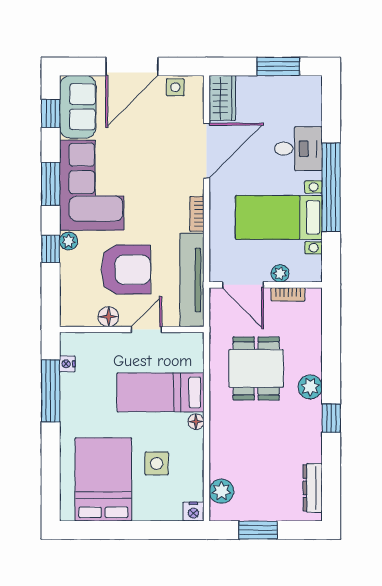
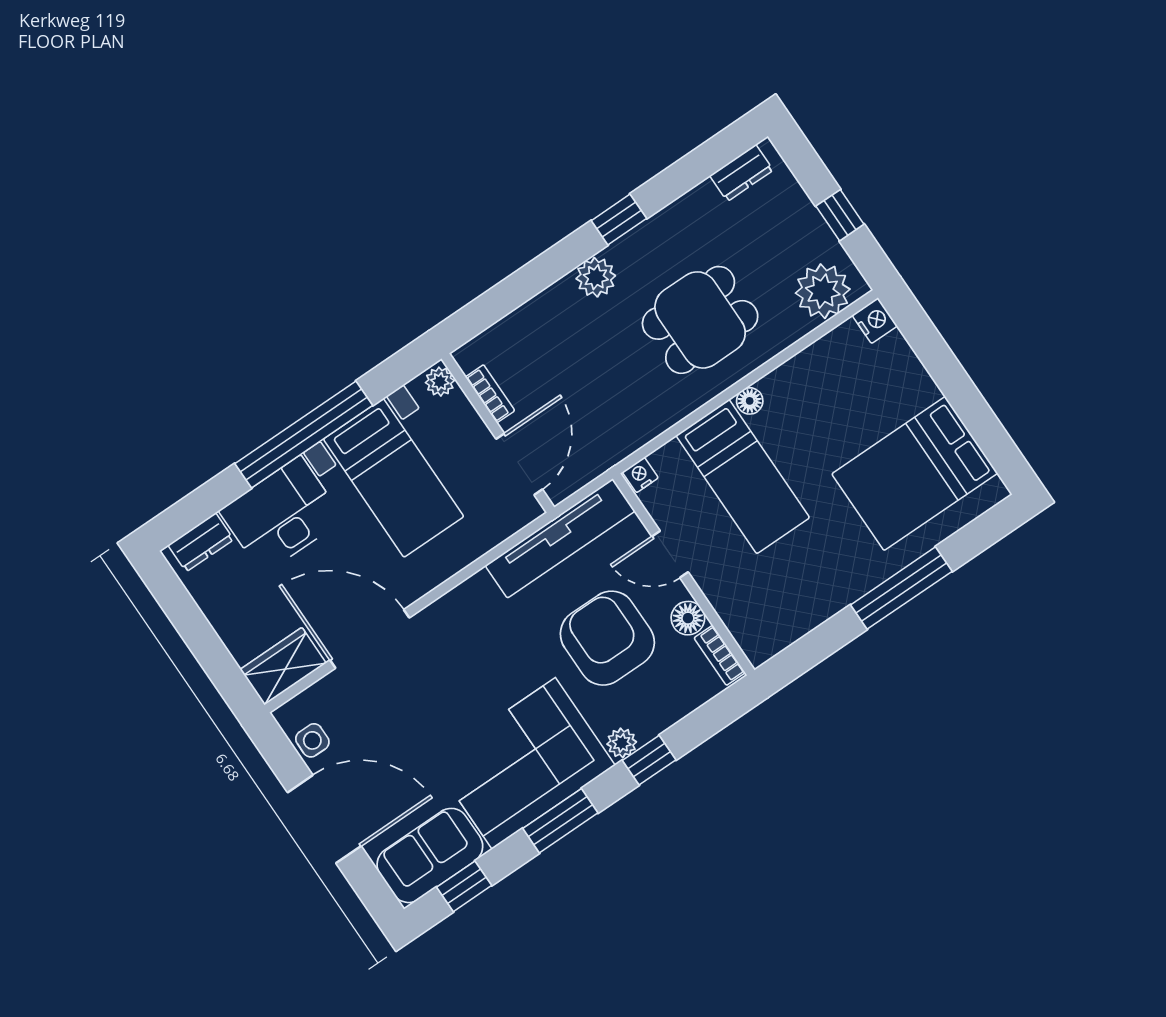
window: (278, 66) -> (188, 619), removed
dresser: (312, 99) -> (201, 542), added
desk: (298, 149) -> (282, 515), width x1.37
bookcase: (197, 214) -> (720, 655), moved, turned 90
plant: (280, 273) -> (440, 382), moved
nightstand: (67, 364) -> (640, 475), moved, turned 180
dining table: (256, 368) -> (700, 320), moved
window: (51, 391) -> (901, 588), moved
side table: (157, 463) -> (843, 416), removed
dresser: (313, 488) -> (741, 173), width x0.70
plant: (221, 491) -> (823, 291), width x1.36, depth x1.36
window: (258, 530) -> (840, 215), width x0.67

